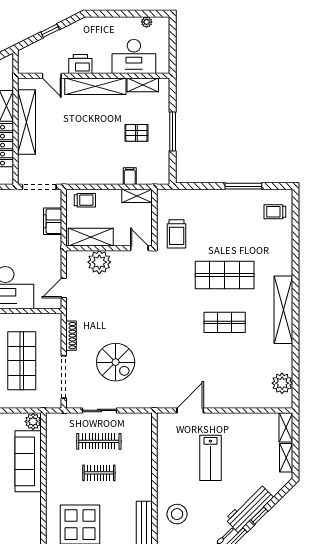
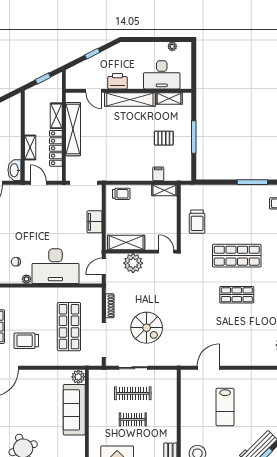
filing cabinet: (53, 221) -> (95, 222), moved
shelving: (91, 237) -> (126, 242), moved
wall: (109, 248) -> (141, 252), moved
door: (139, 248) -> (166, 252), moved
plant: (99, 262) -> (133, 263), moved

